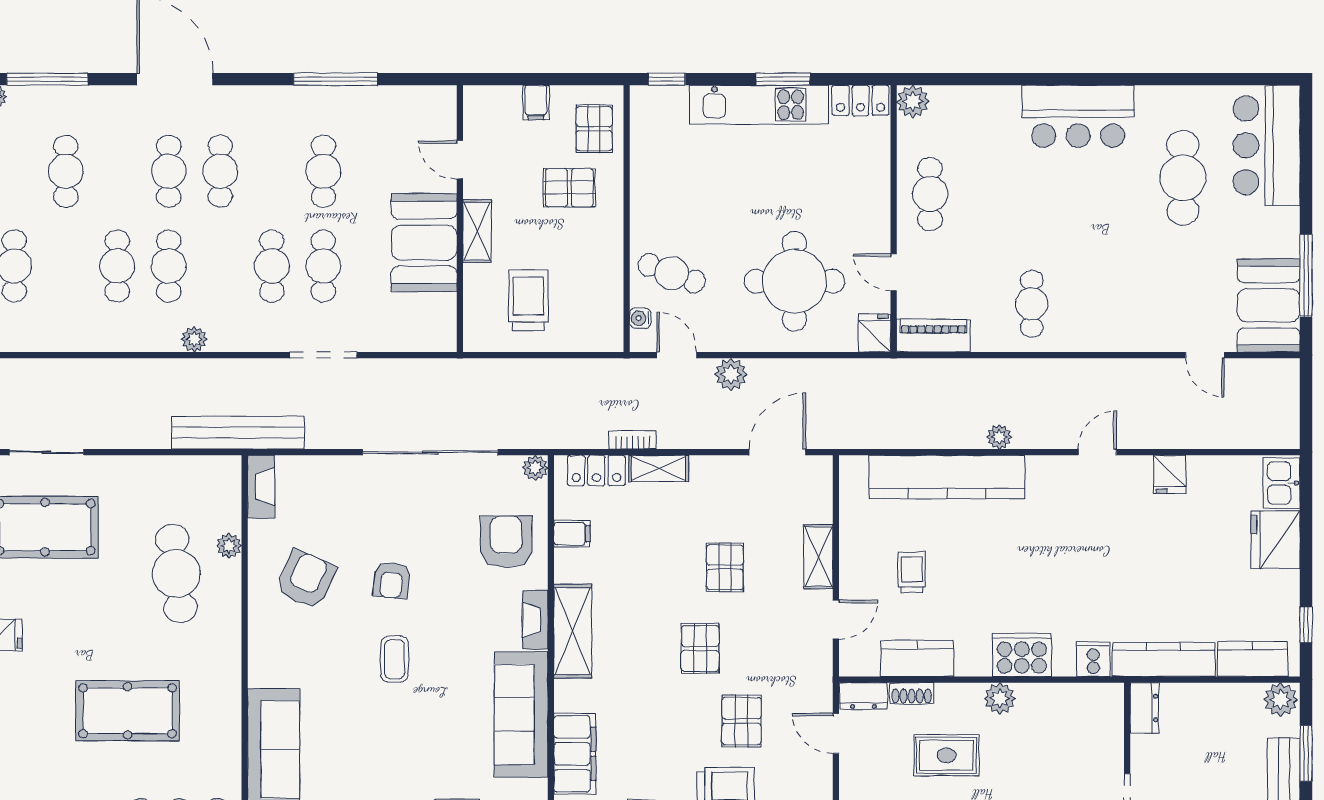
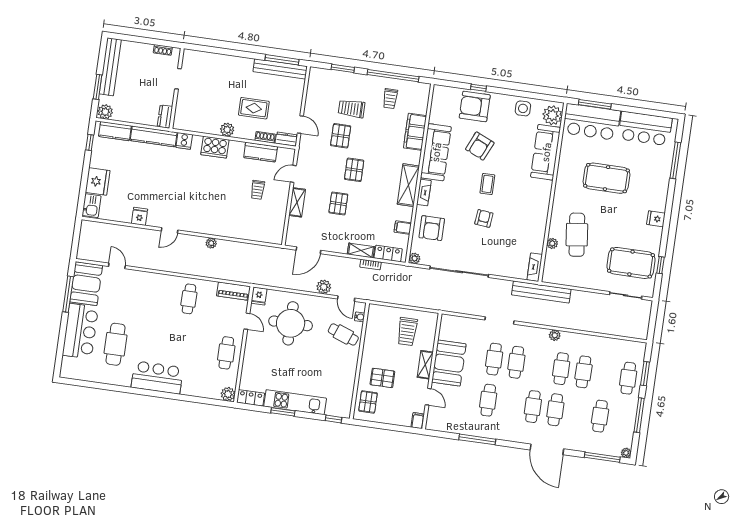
filing cabinet: (536, 102) -> (418, 421), moved
bar counter: (1267, 145) -> (80, 331), moved
kitchen counter: (947, 477) -> (236, 229), removed
armchair: (306, 579) -> (480, 146), moved

